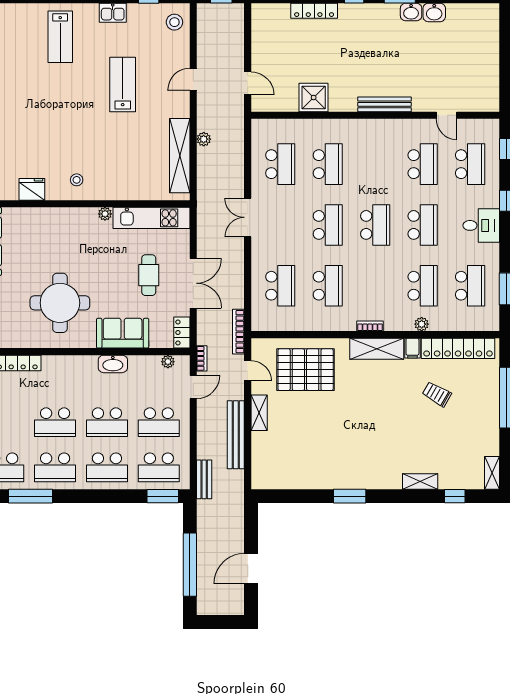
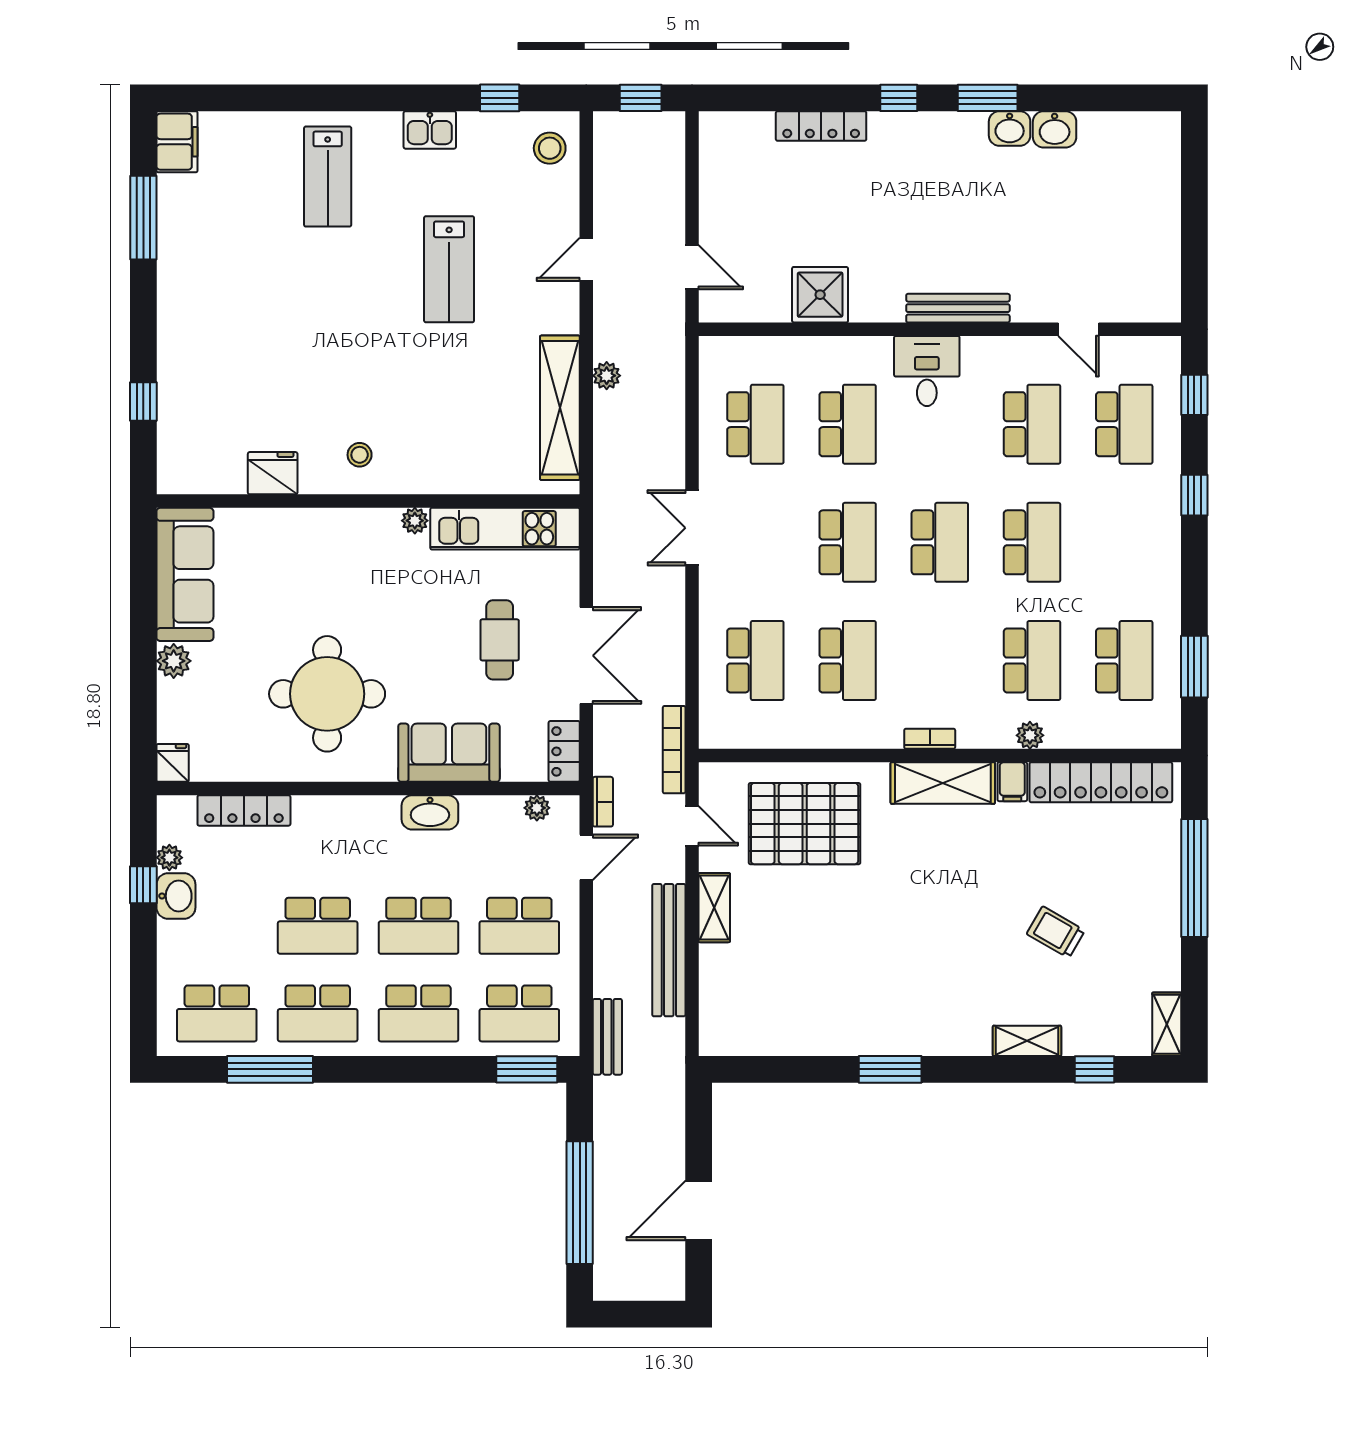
lab bench: (123, 84) -> (449, 269), turned 180
desk: (481, 225) -> (927, 371), moved, turned -90
trolley: (437, 394) -> (1056, 932), moved

